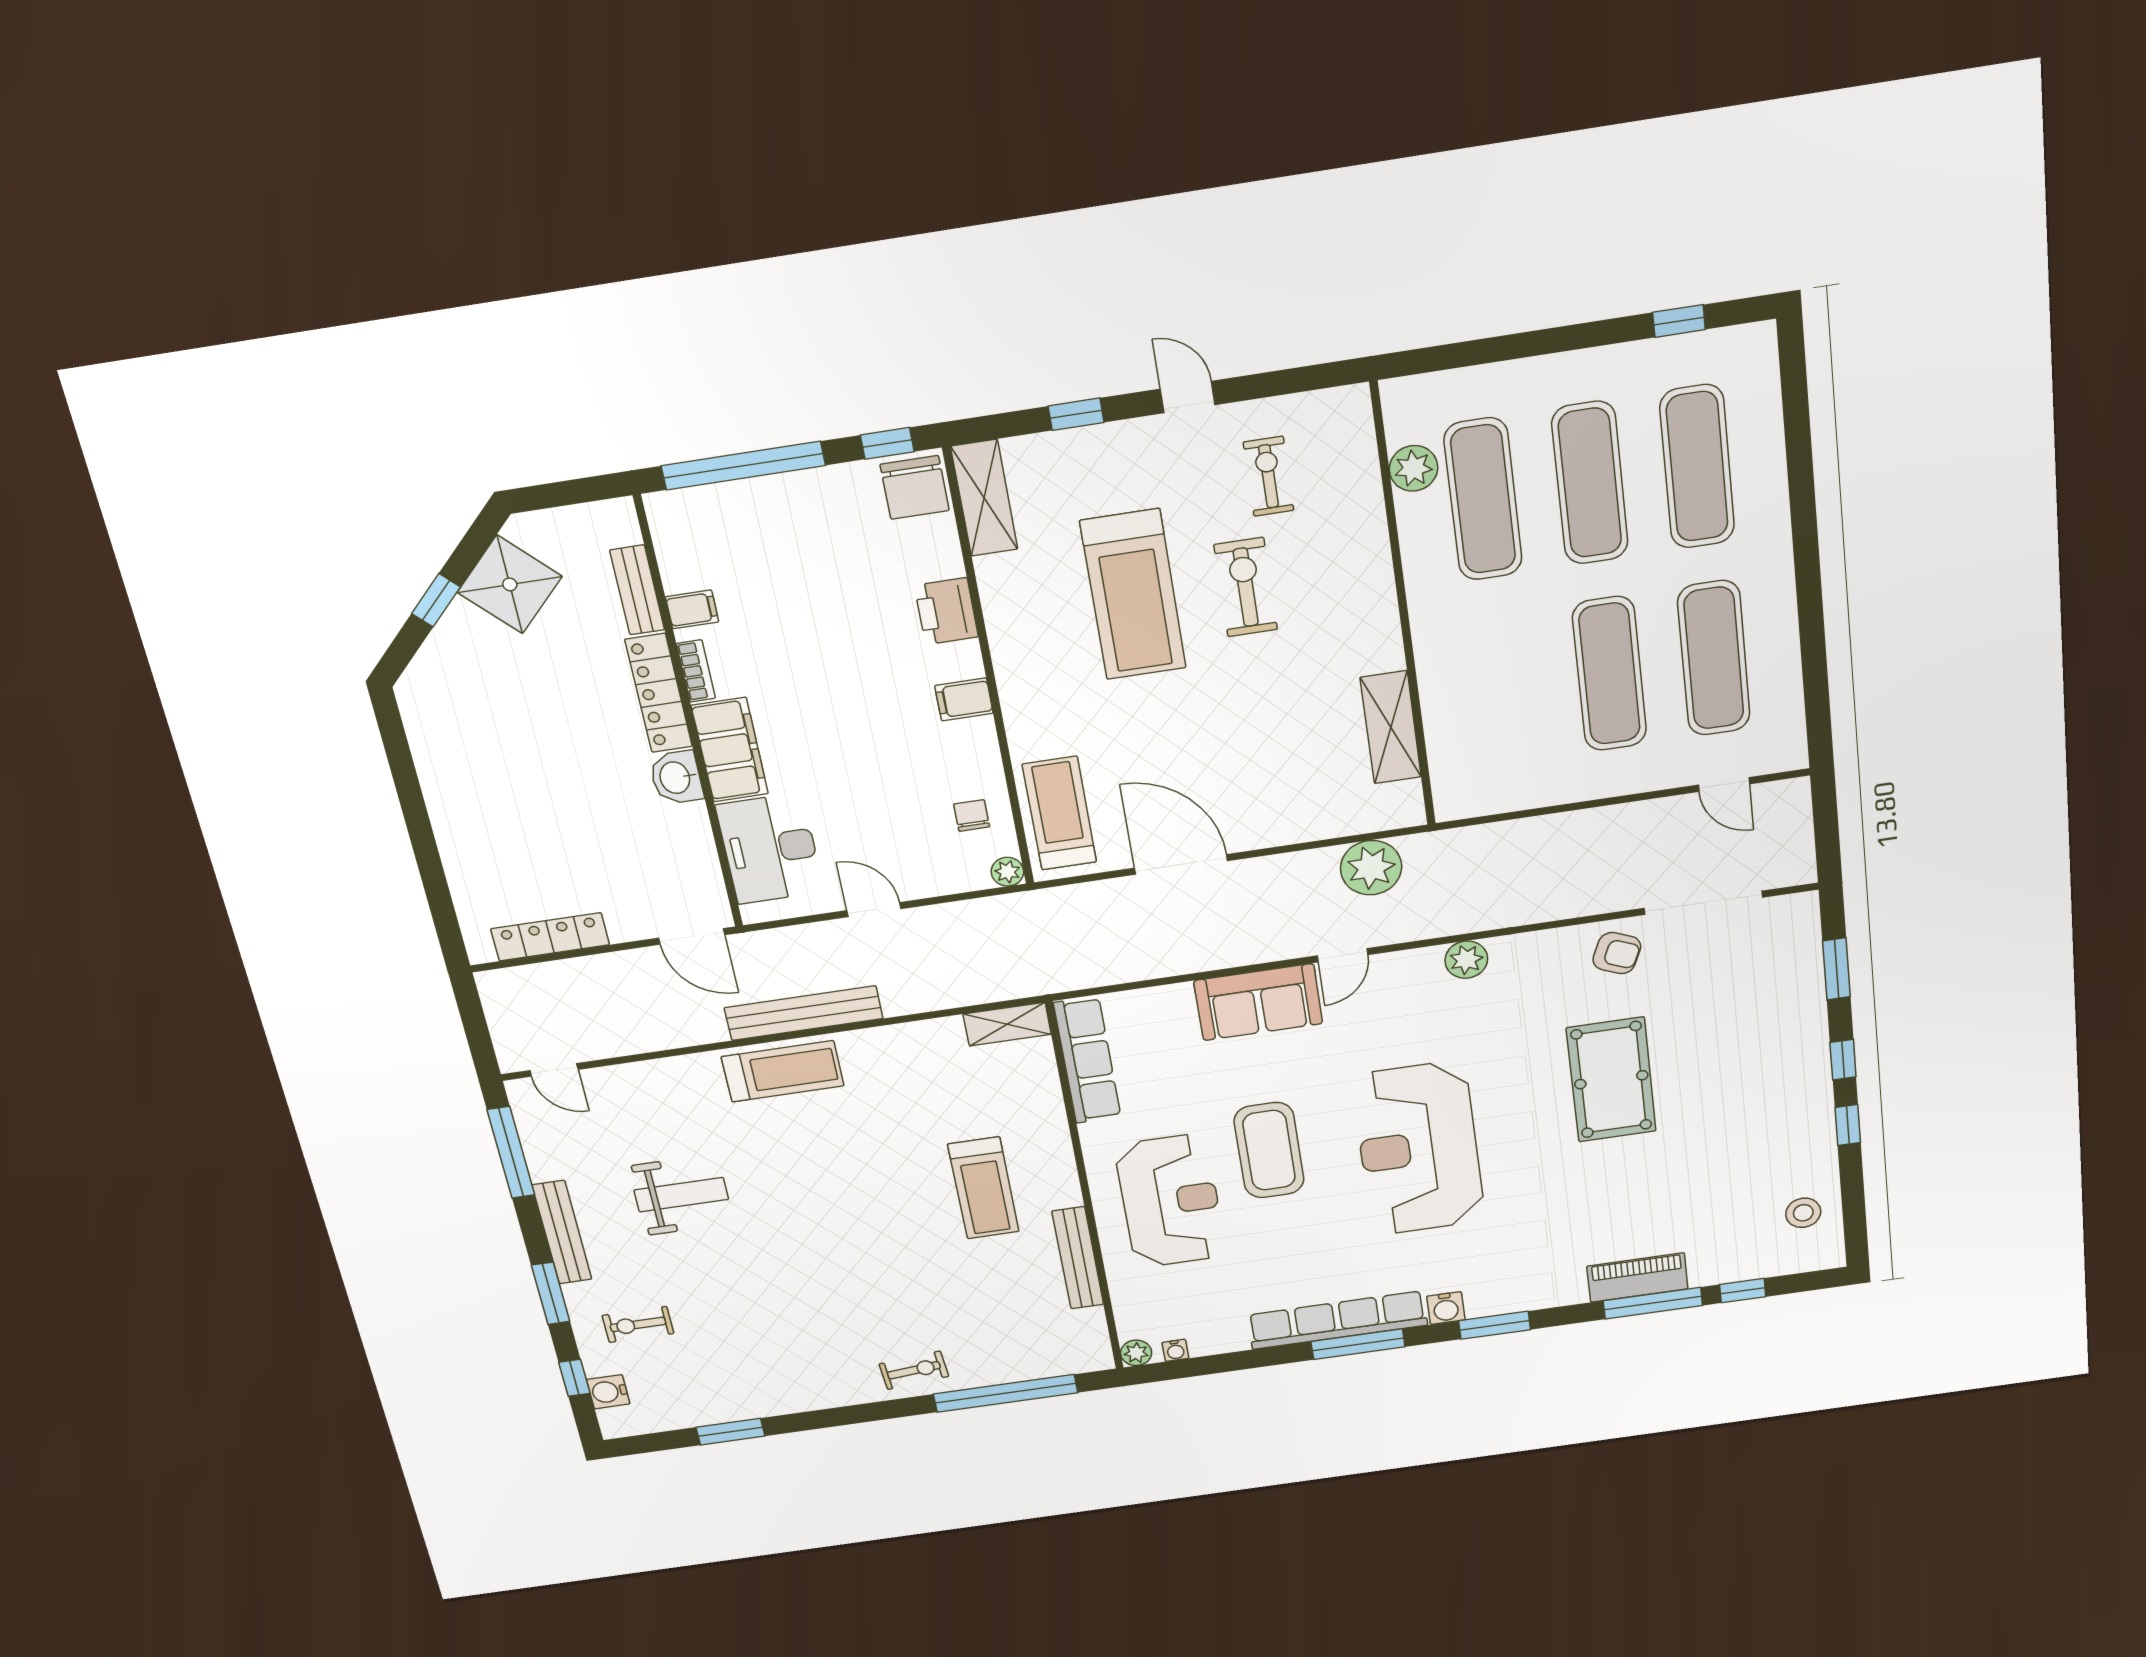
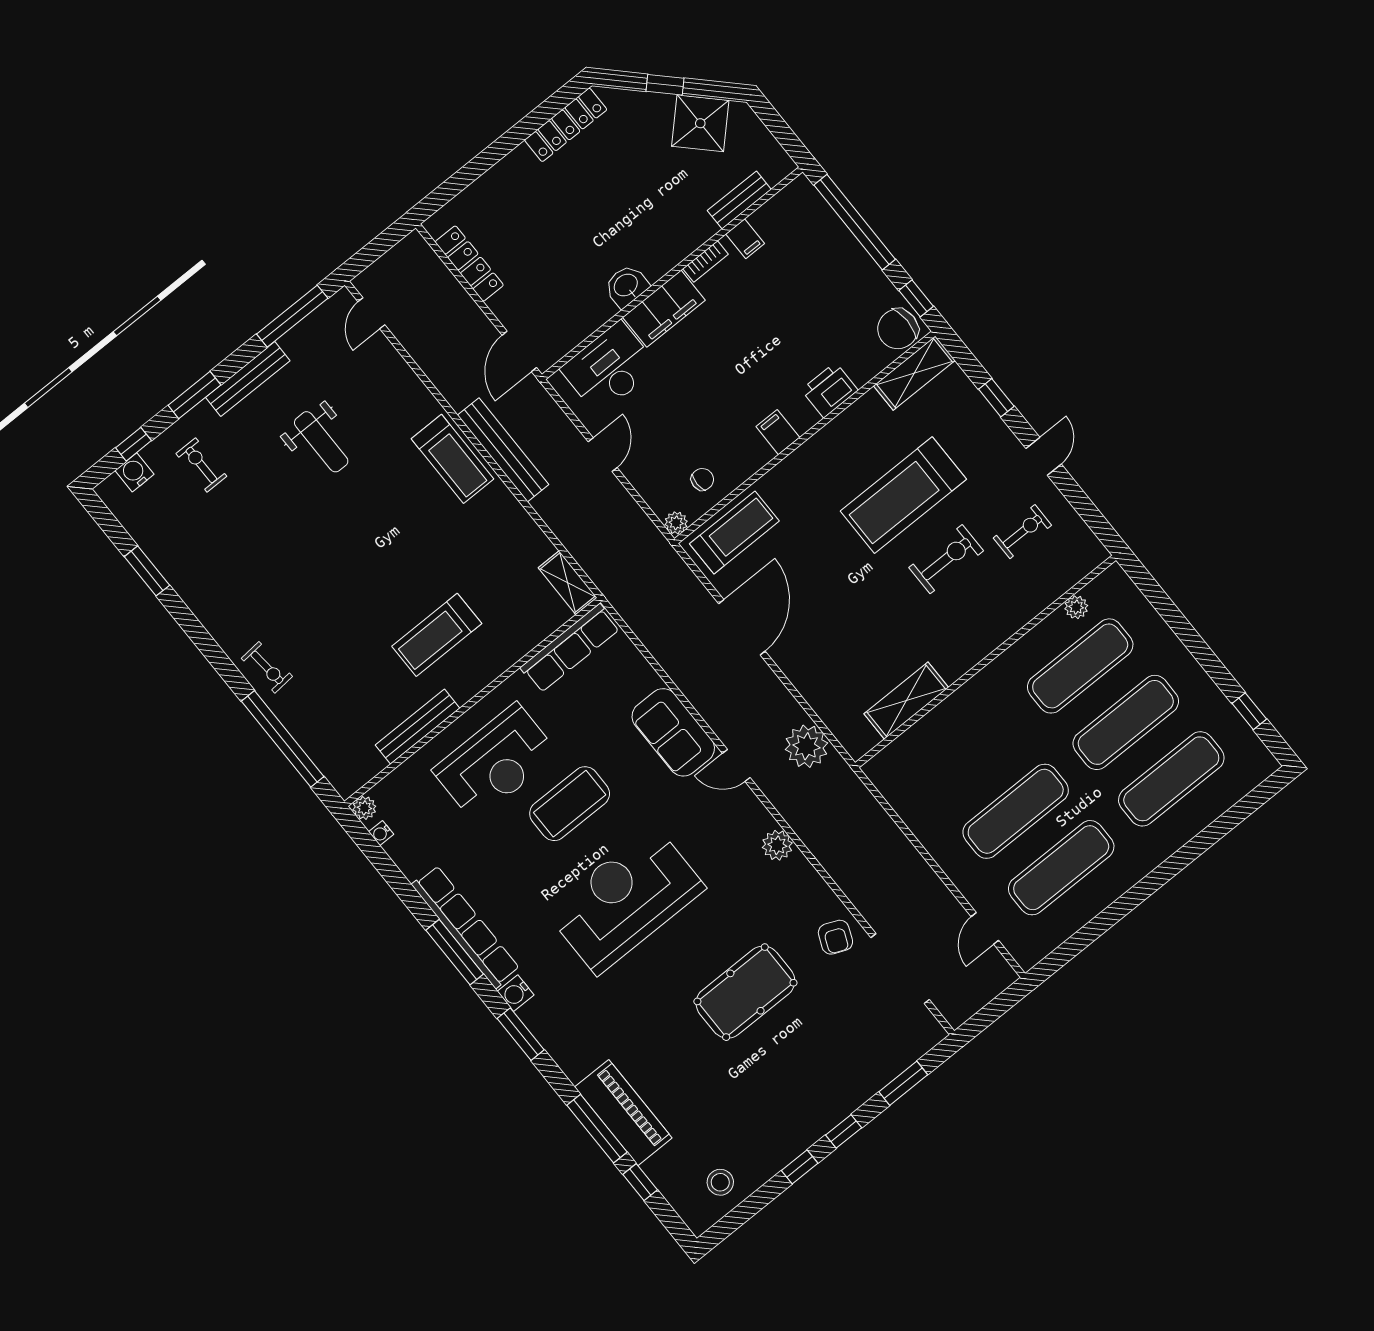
plant: (1413, 468) -> (1076, 607), width x0.73, depth x0.73
locker: (659, 693) -> (566, 125), moved, turned 180
piano: (1637, 1278) -> (623, 1113), width x1.37, depth x1.33

